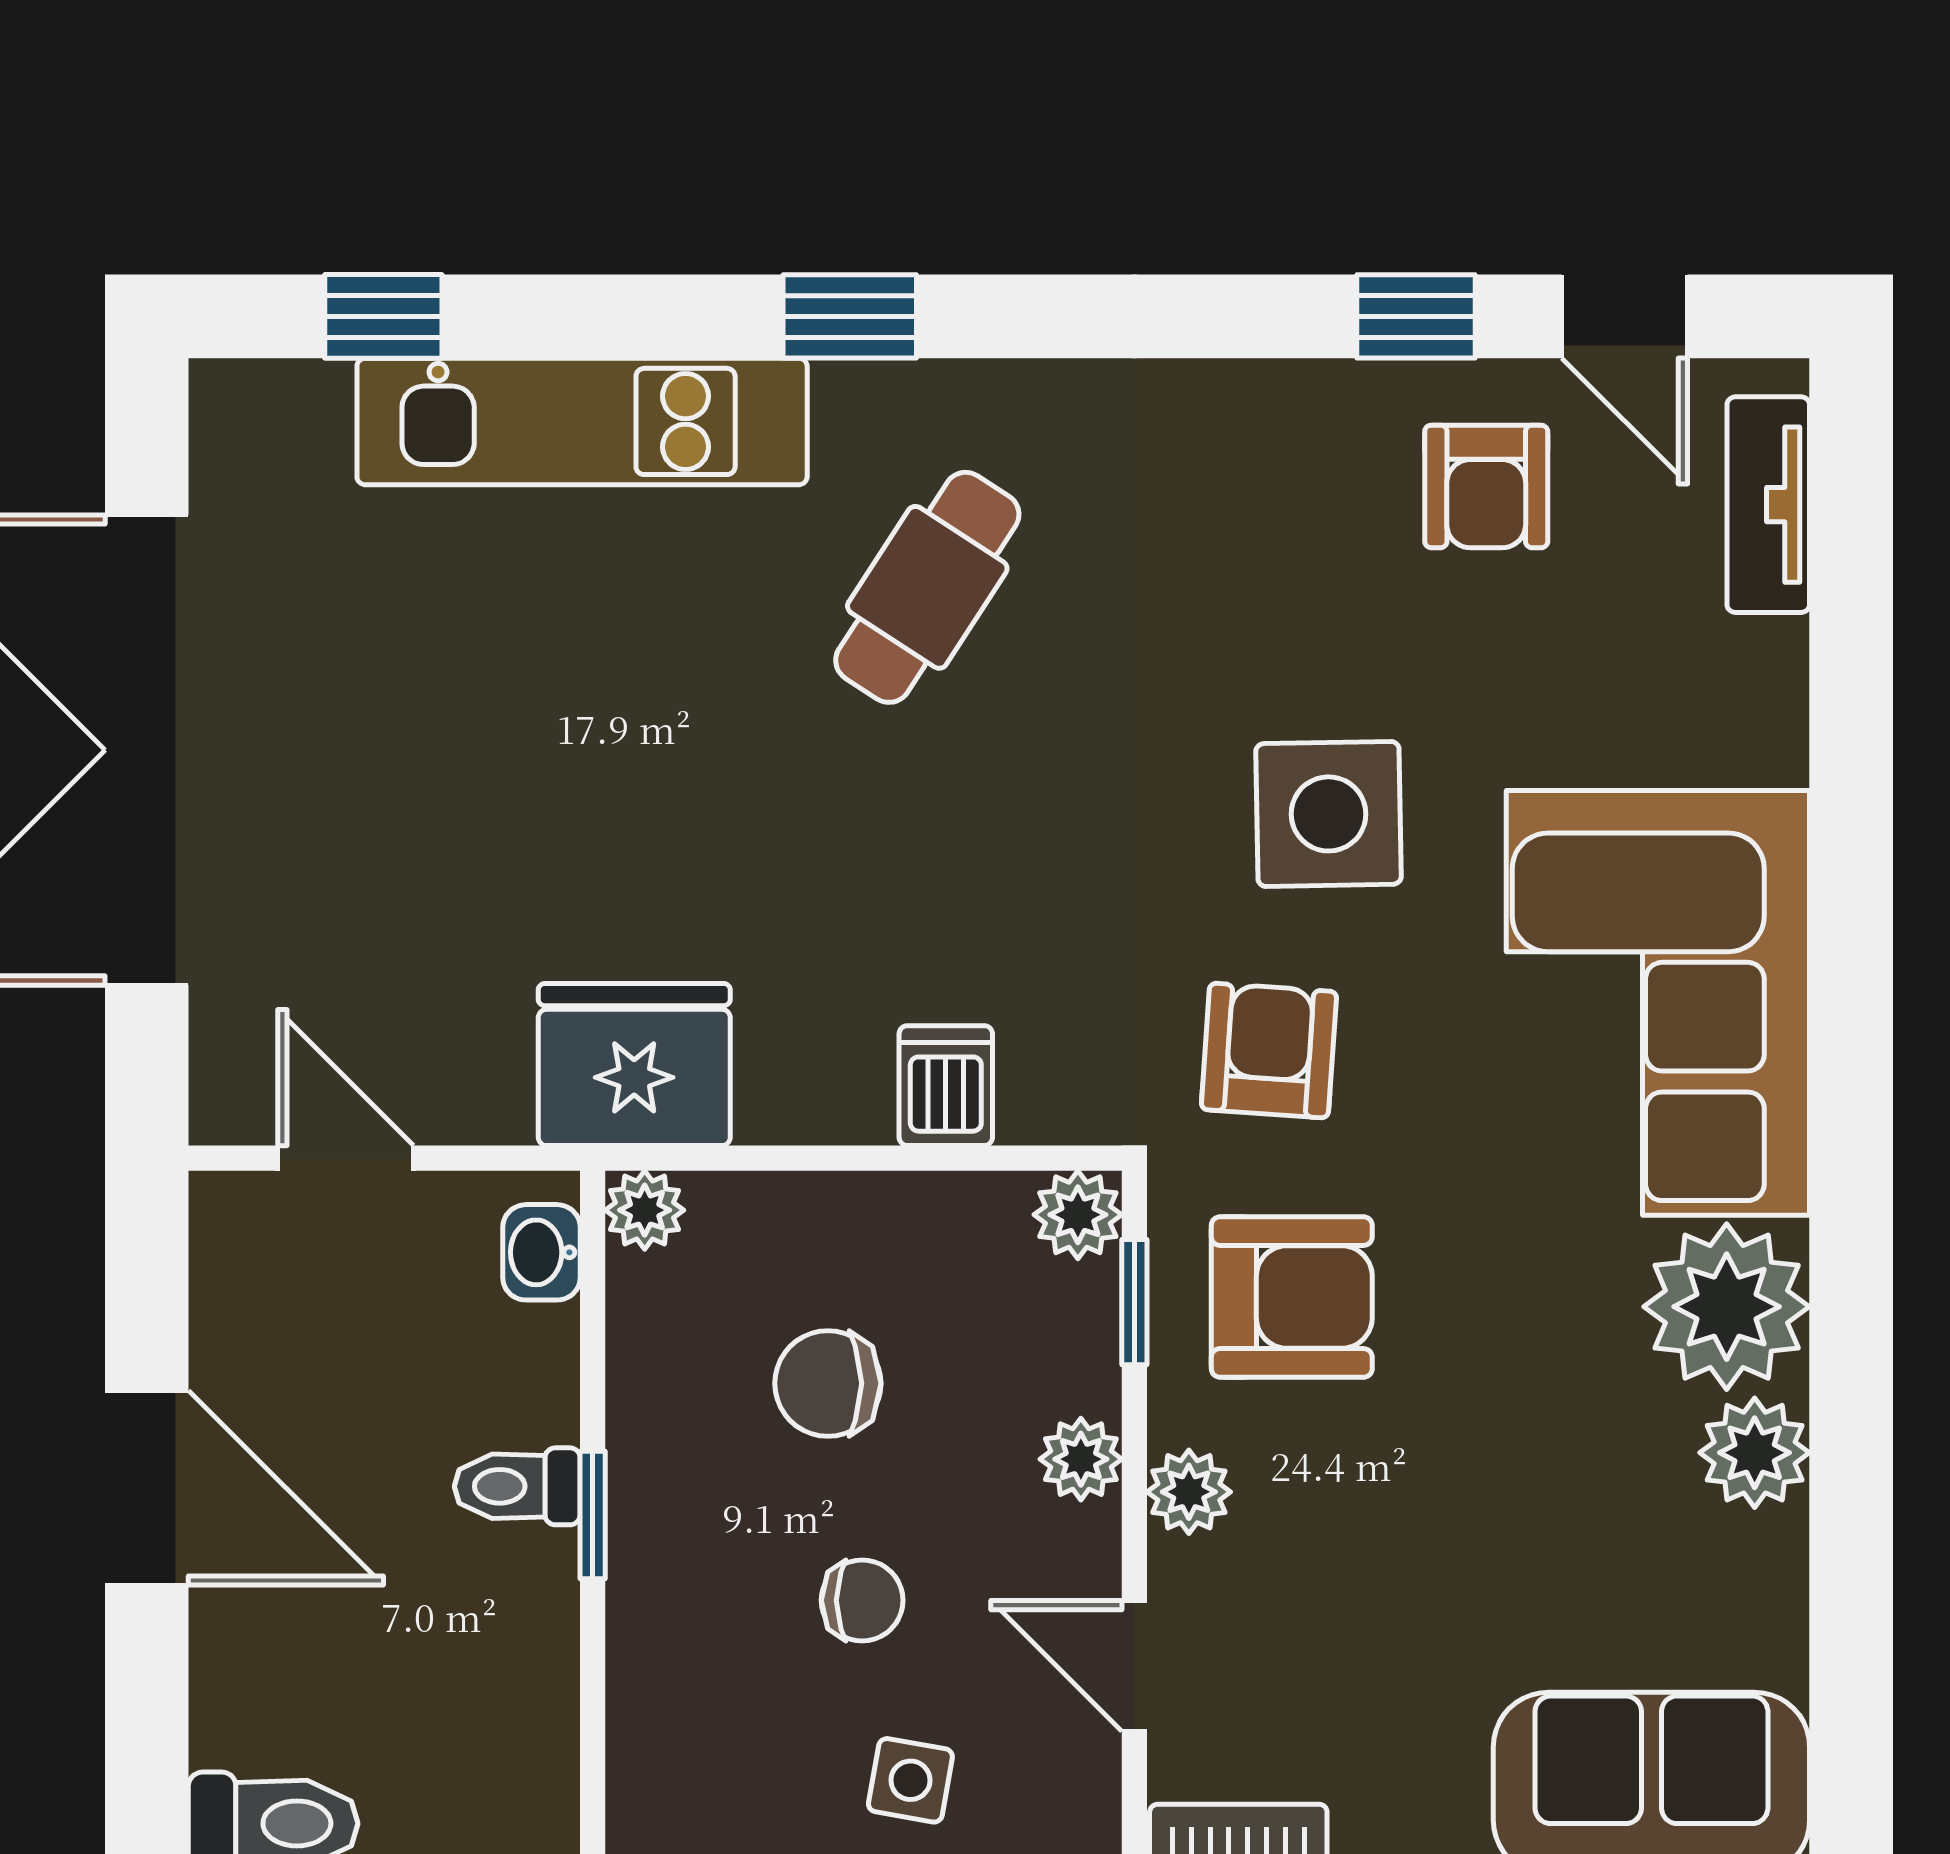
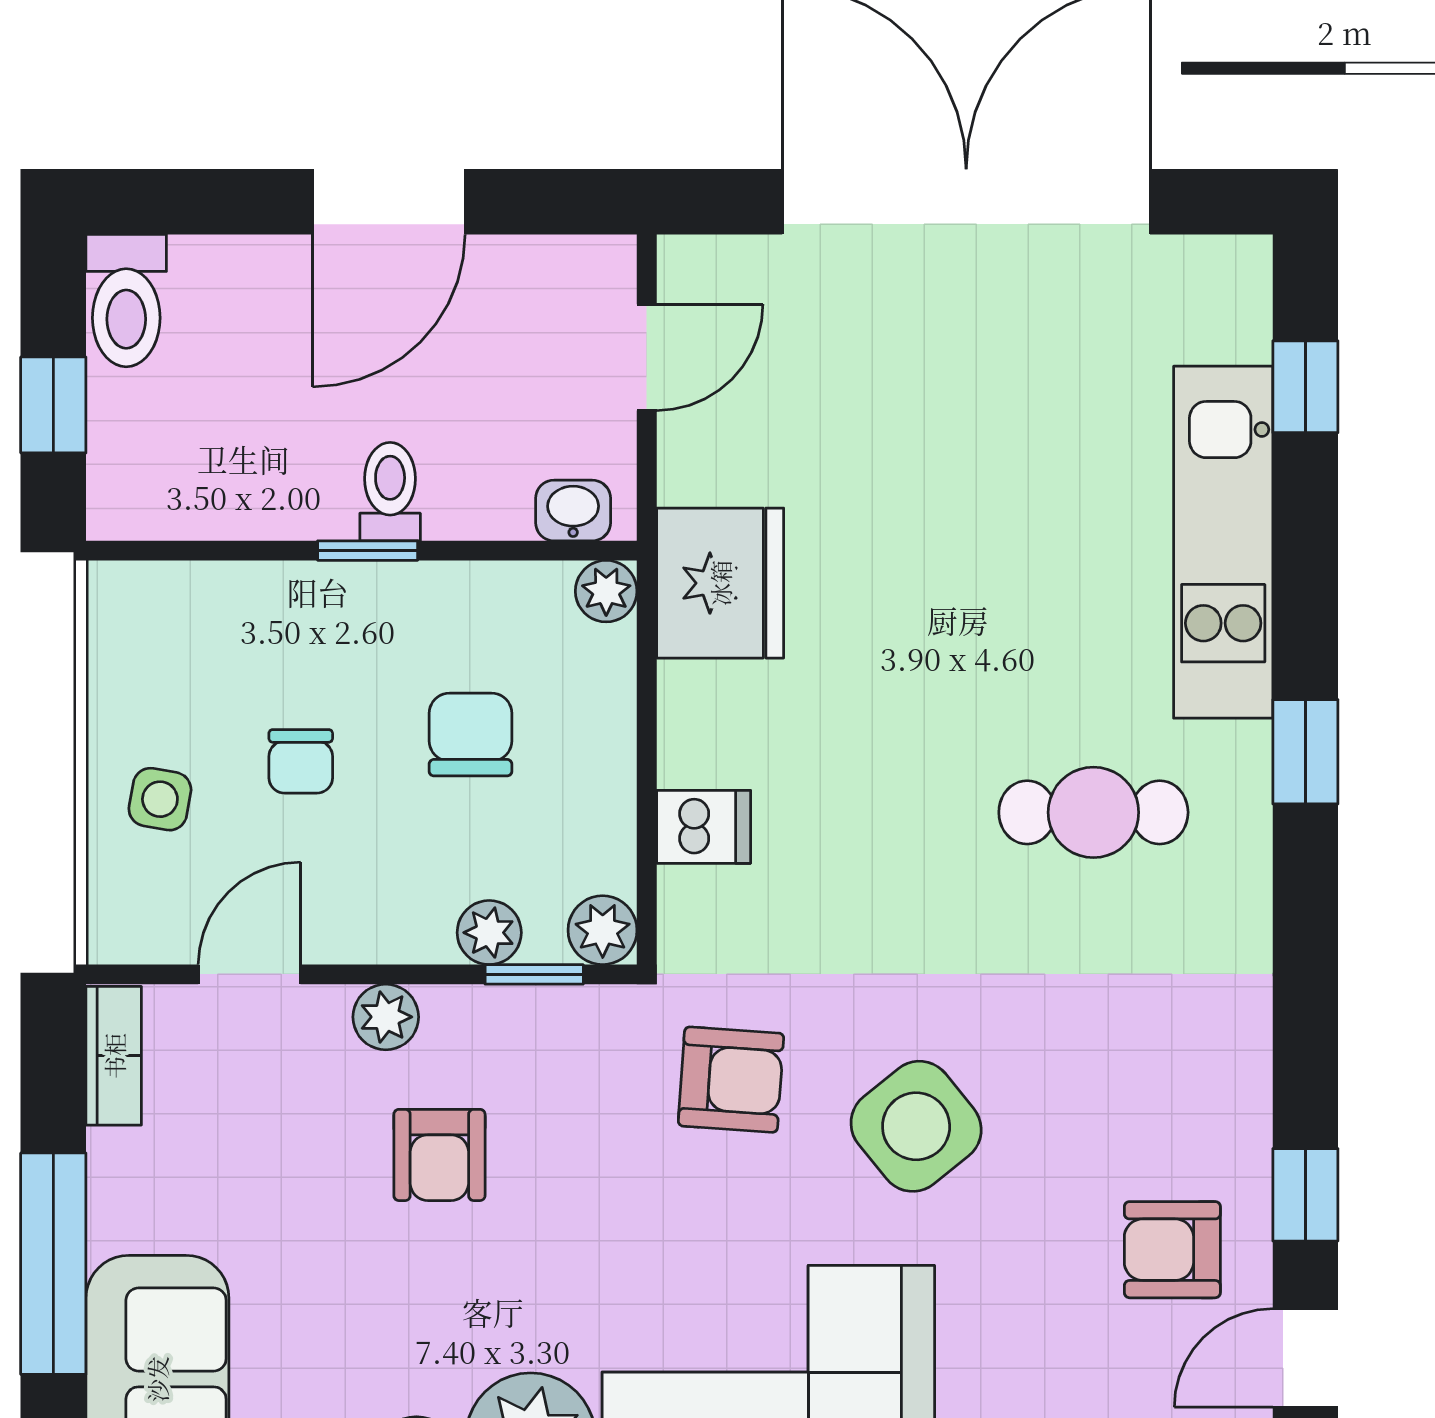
cafe table: (927, 587) -> (1093, 812), turned -33
side table: (1329, 814) -> (916, 1126), turned -38
armchair: (1292, 1297) -> (439, 1155), moved, width x0.72, depth x0.72
plant: (1081, 1459) -> (489, 933), moved

